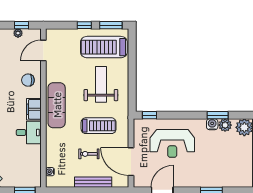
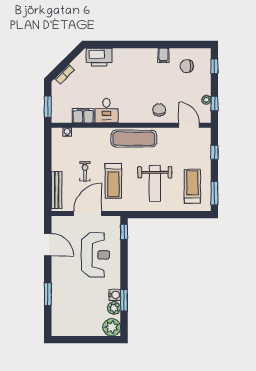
window: (84, 25) -> (214, 152), moved
treadmill: (104, 47) -> (192, 186), width x0.73, depth x0.73
weight bench: (101, 84) -> (155, 183), turned 90
filing cabinet: (34, 109) -> (83, 116), moved
reception desk: (172, 143) -> (95, 255), turned 180
door: (131, 162) -> (88, 213), moved
bench: (93, 182) -> (57, 190), moved

